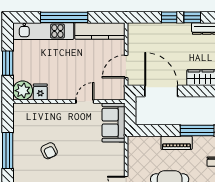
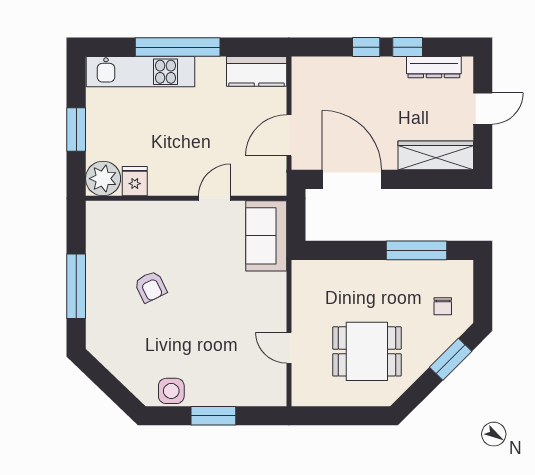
kitchen counter: (100, 31) -> (257, 71), width x0.67
piano: (177, 143) -> (379, 272), removed

